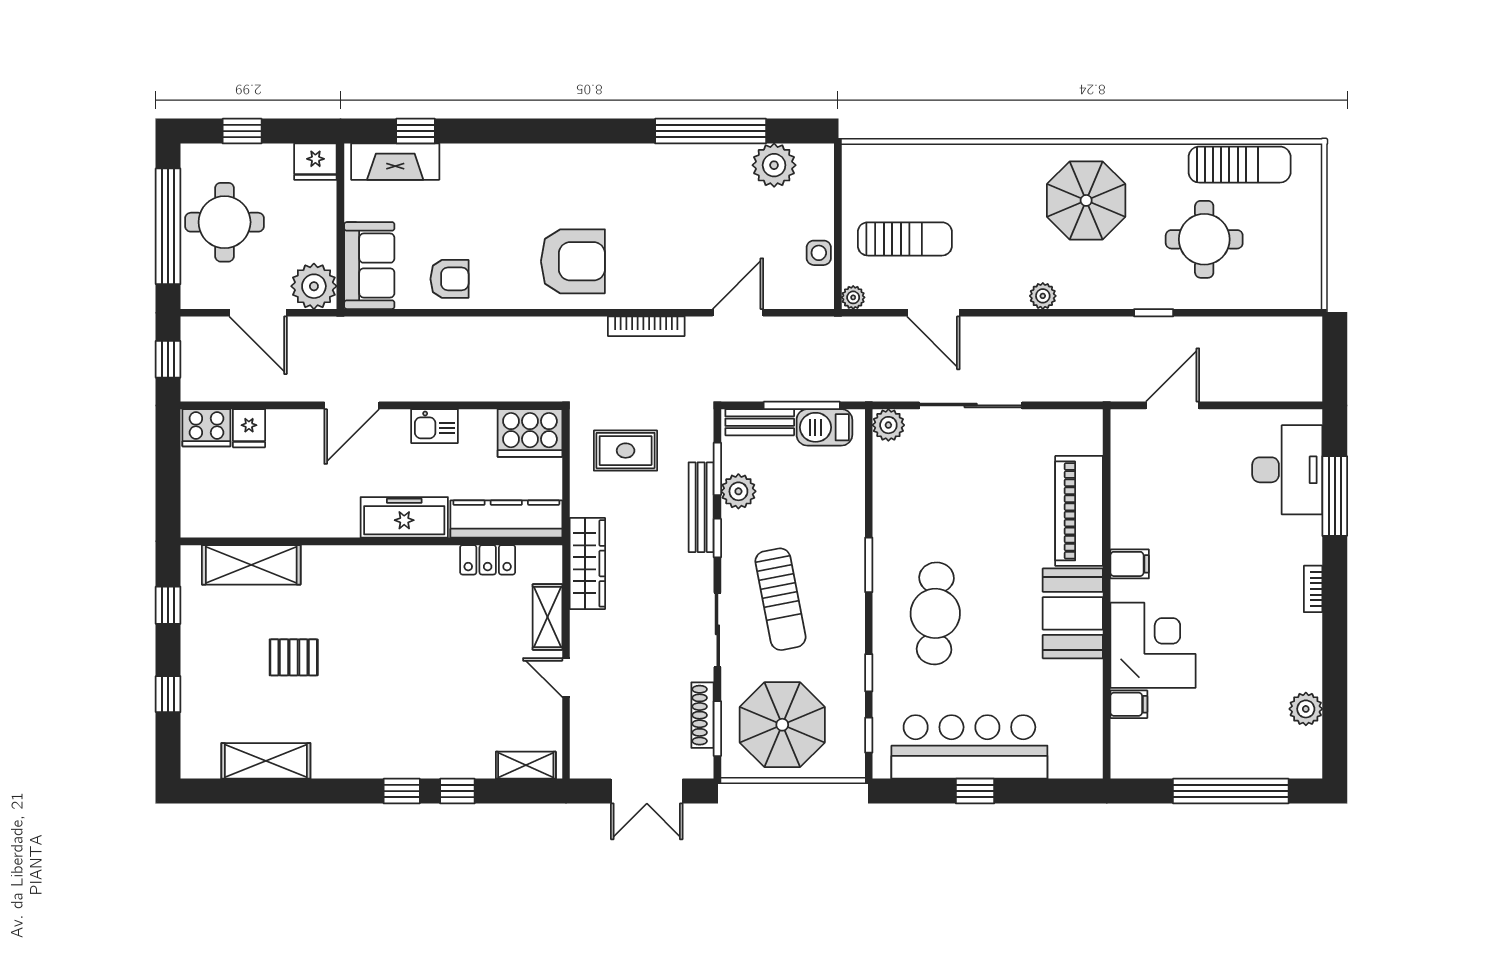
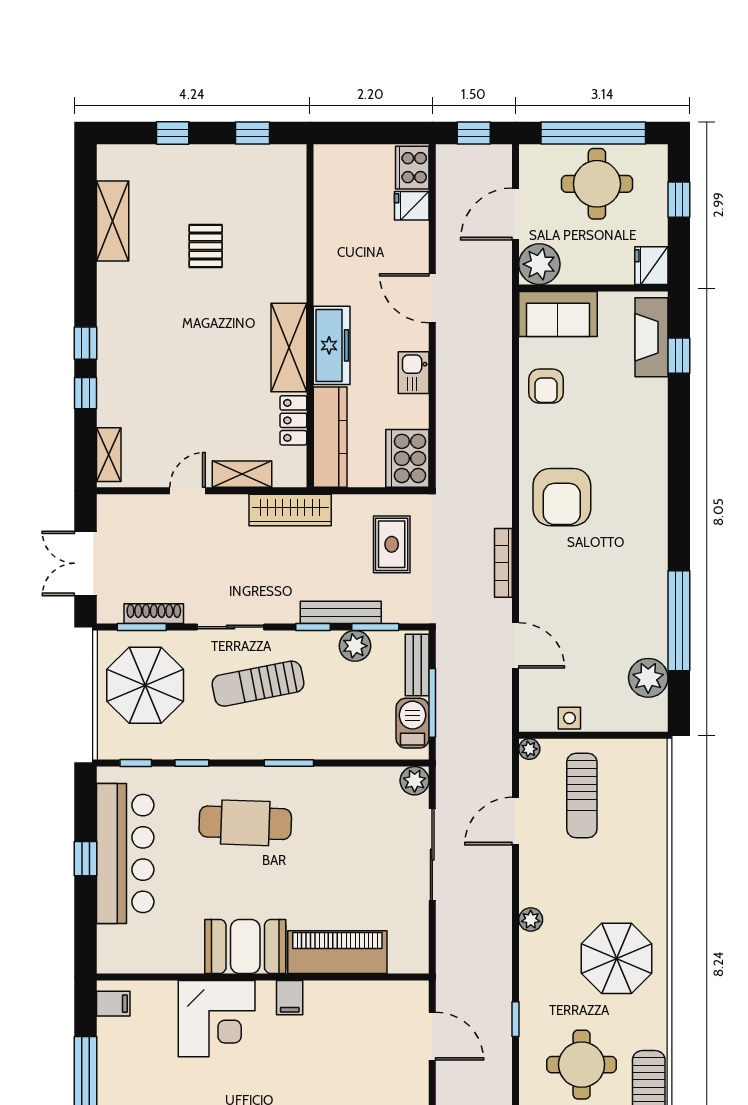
shelving: (251, 565) -> (289, 348), moved
filing cabinet: (1129, 704) -> (113, 1004), moved, turned -90

